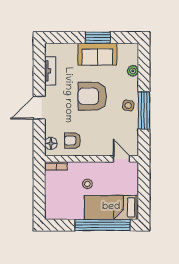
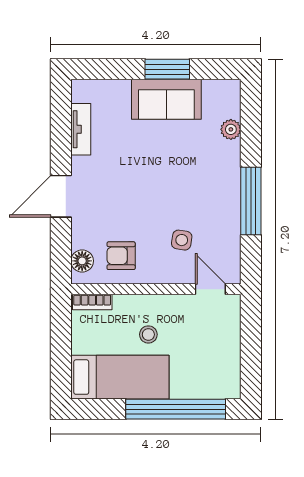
armchair: (92, 96) -> (157, 175), removed
side table: (128, 105) -> (182, 240), moved
bed: (111, 207) -> (120, 377), moved, turned 180

